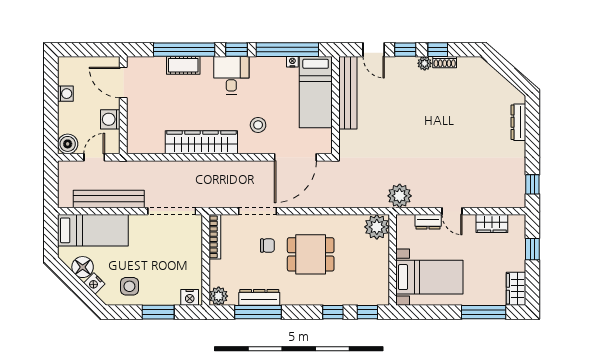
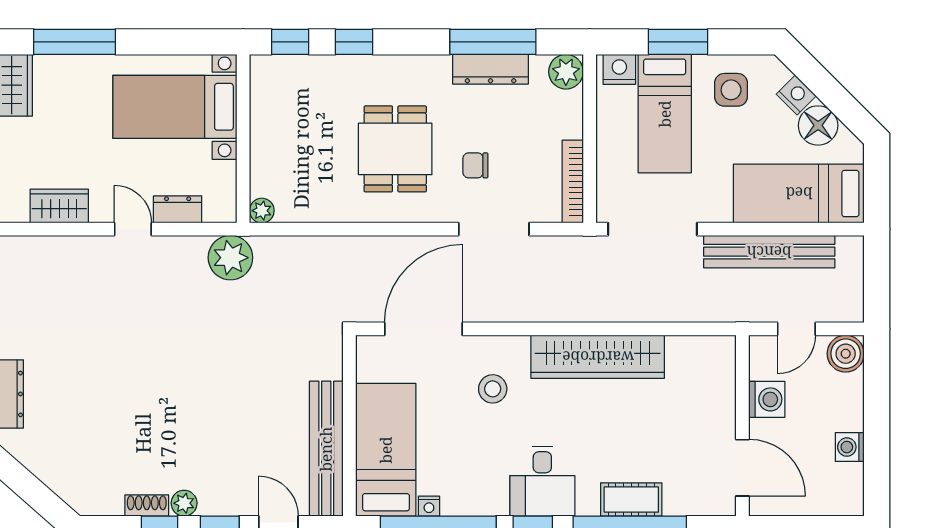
plant: (377, 227) -> (262, 211), width x0.53, depth x0.53
dining table: (311, 254) -> (395, 149), turned 90
bed: (165, 273) -> (665, 114), added

